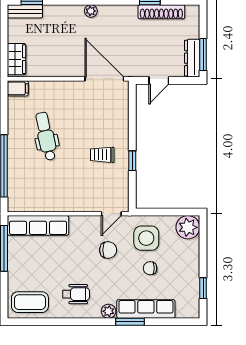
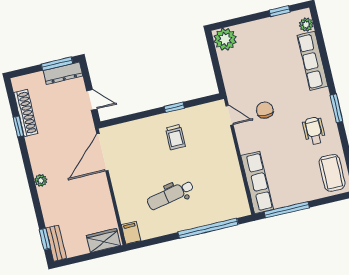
side table: (146, 238) -> (245, 76), removed
chair: (150, 268) -> (273, 66), removed
plant: (108, 311) -> (306, 25), moved
window: (130, 322) -> (337, 108), moved

